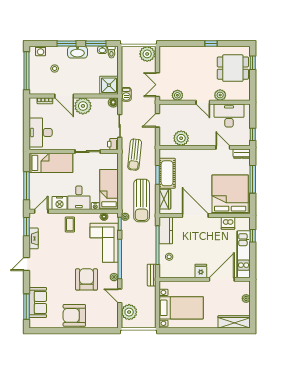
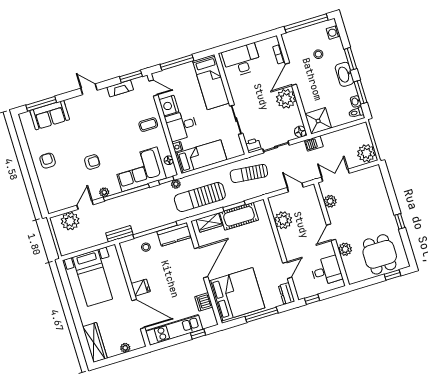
desk: (229, 116) -> (326, 271), width x0.73
armchair: (86, 279) -> (92, 162), width x0.53, depth x0.53
armchair: (74, 315) -> (48, 161), width x0.53, depth x0.53

